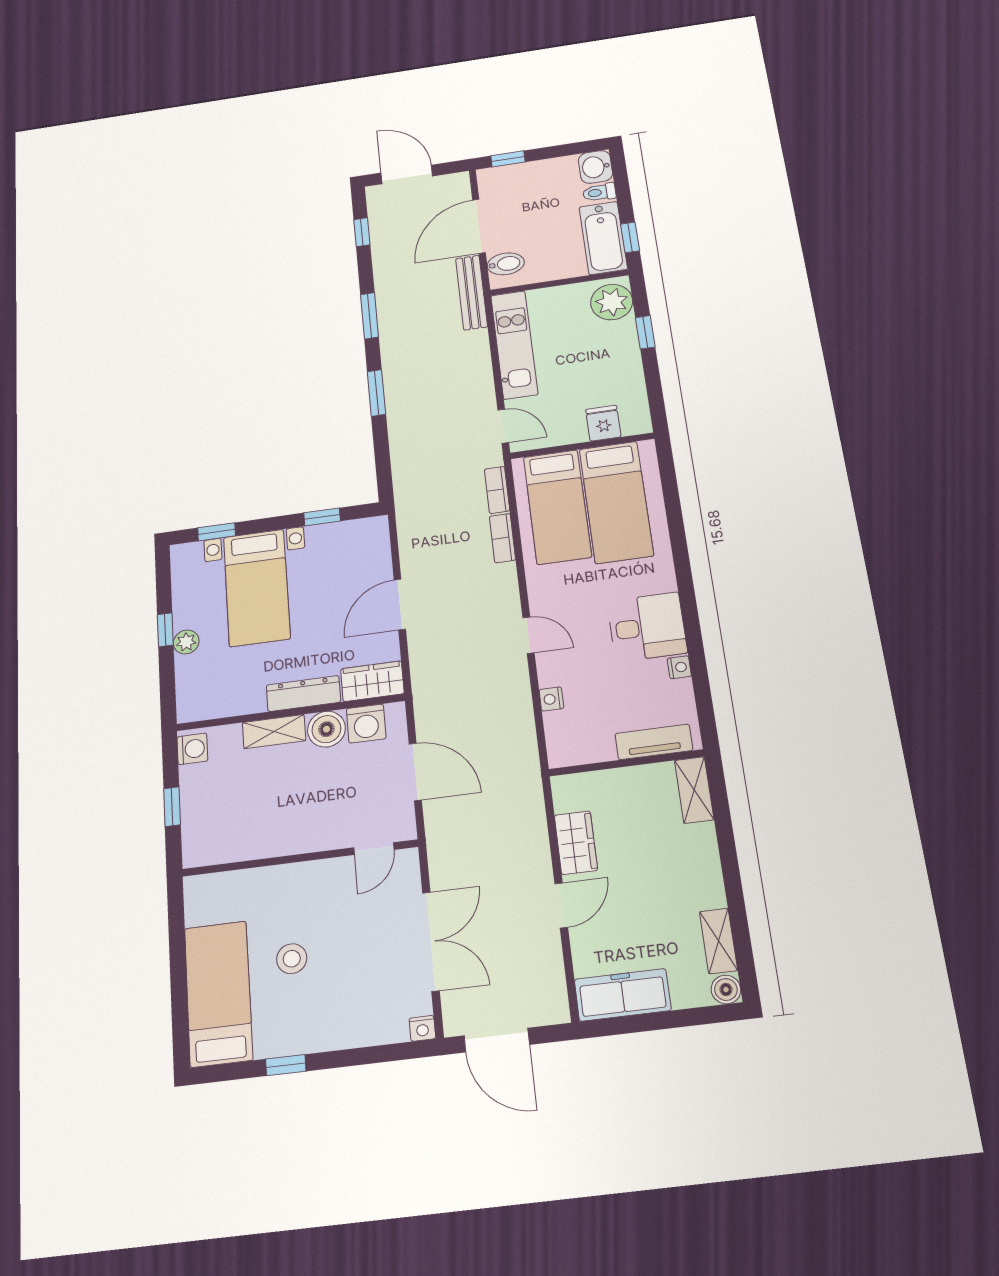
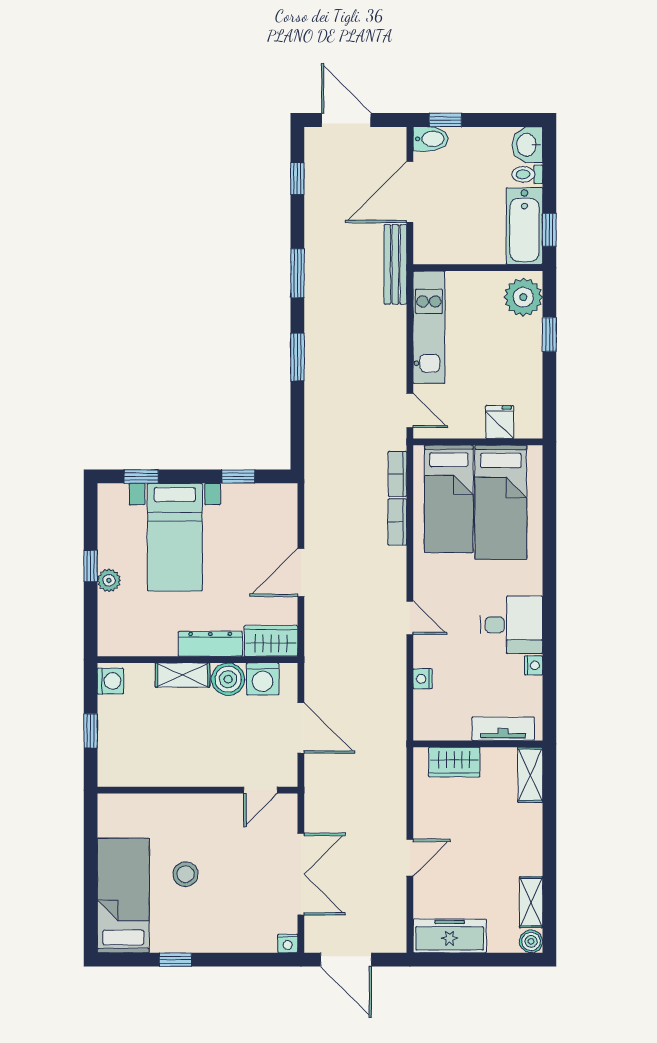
bidet: (506, 264) -> (431, 139), moved
wardrobe: (576, 843) -> (454, 762), moved, turned 90

